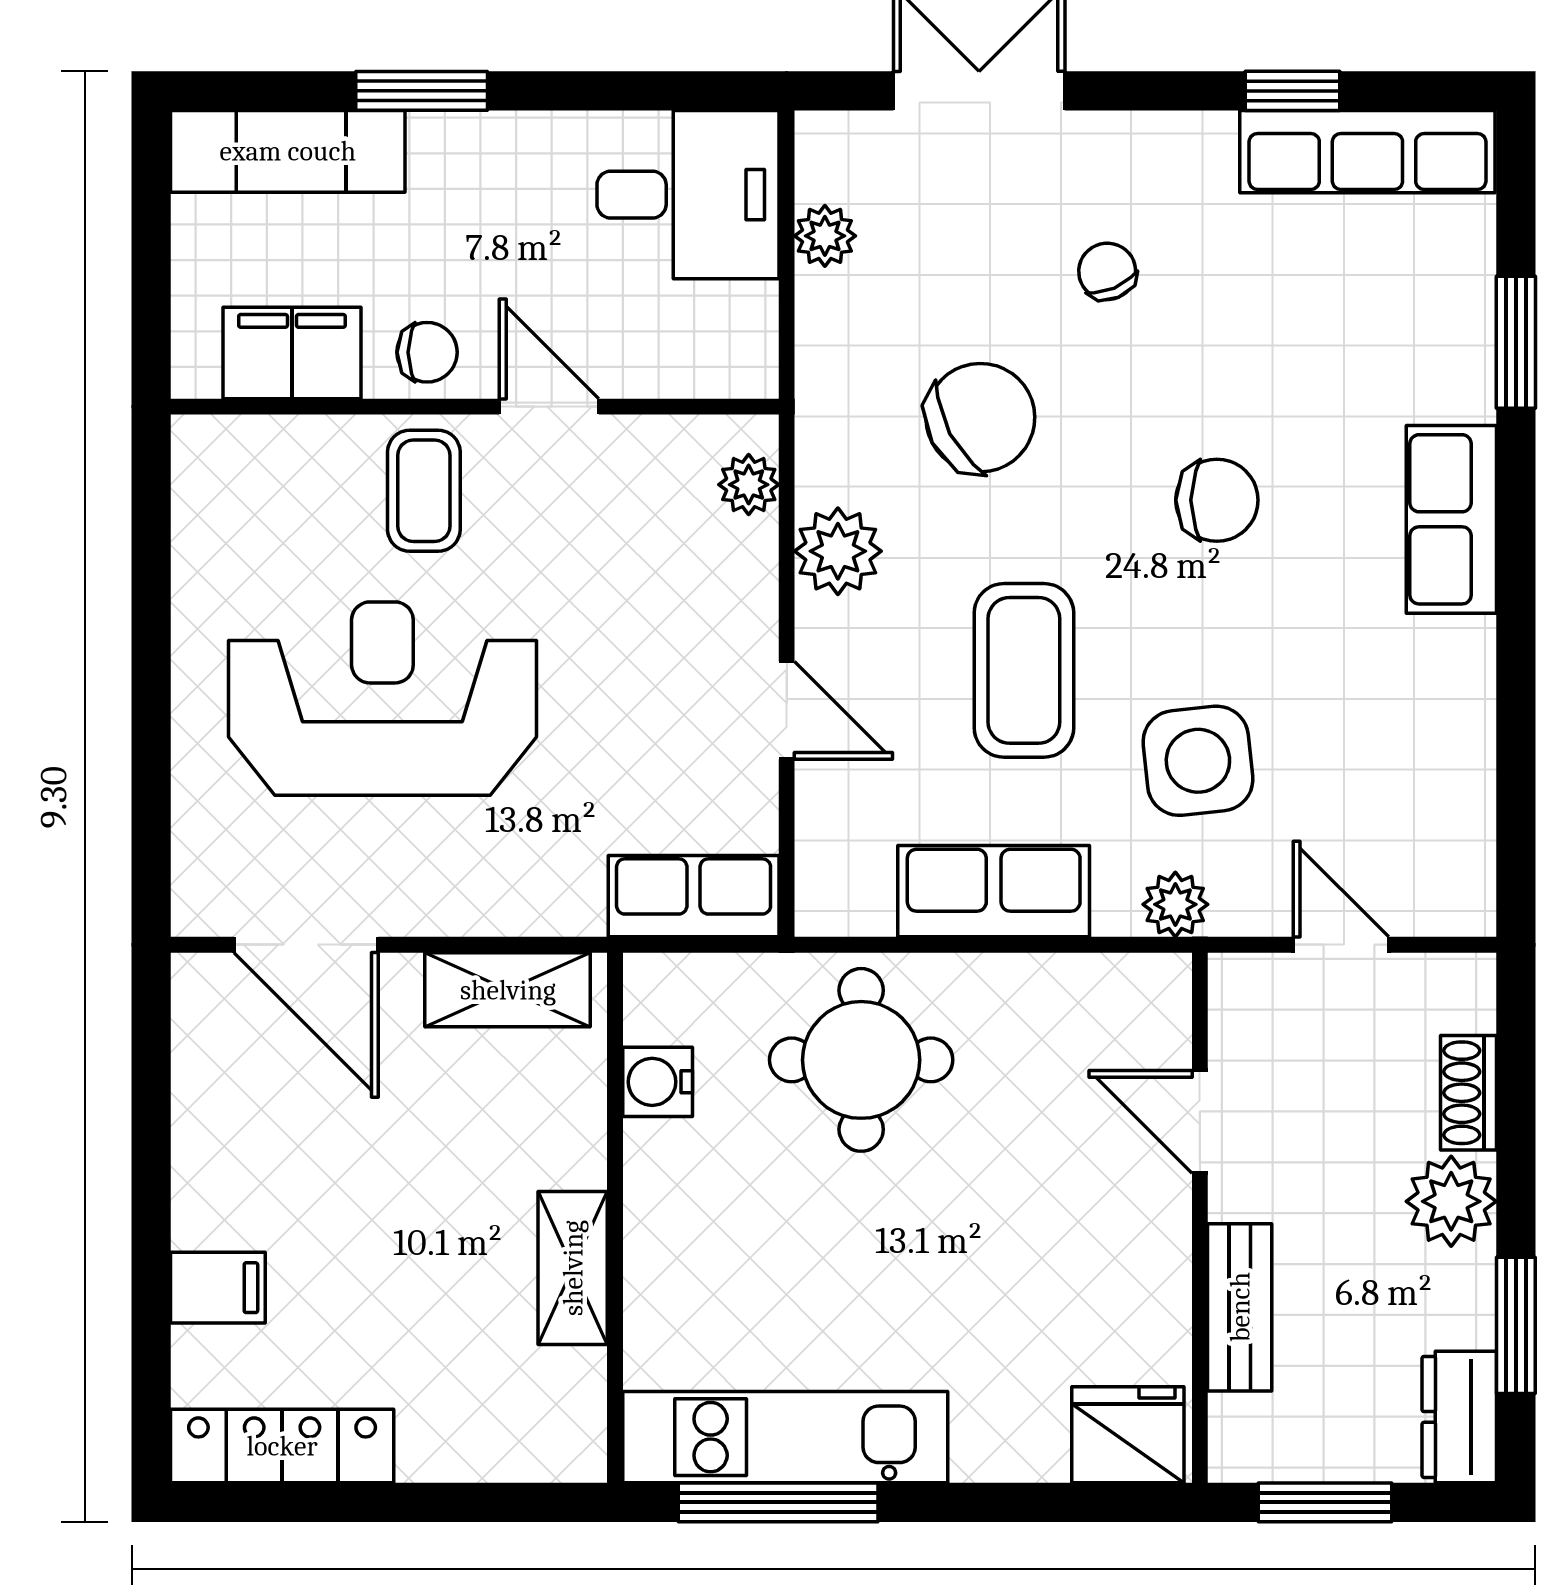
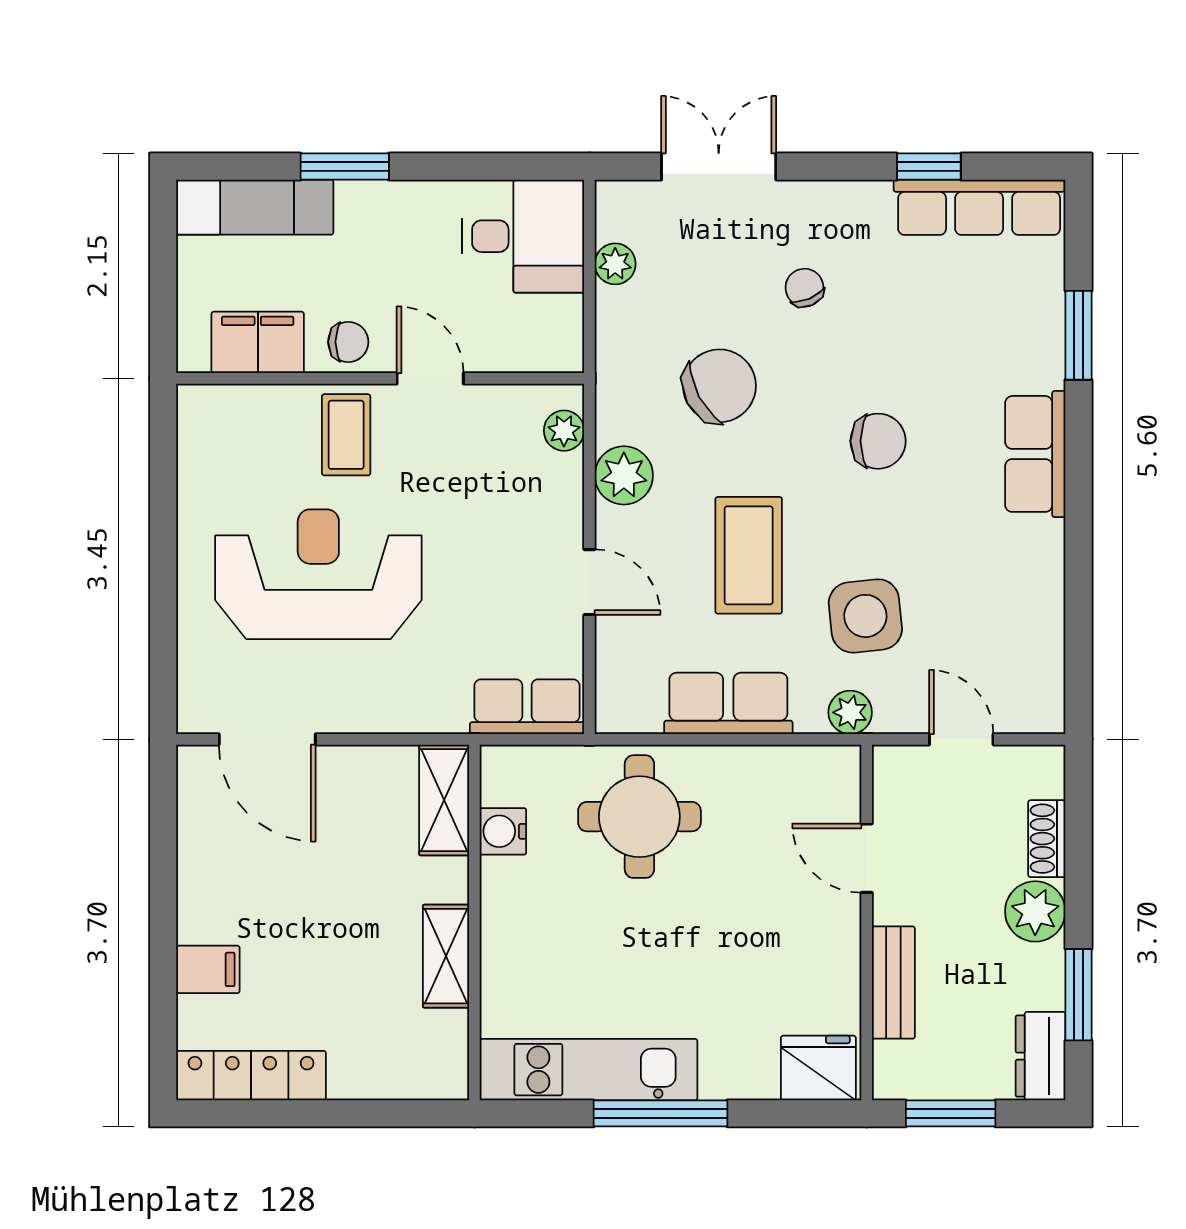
shelving: (508, 990) -> (444, 800), moved, turned 90
window: (778, 1502) -> (660, 1113), moved

